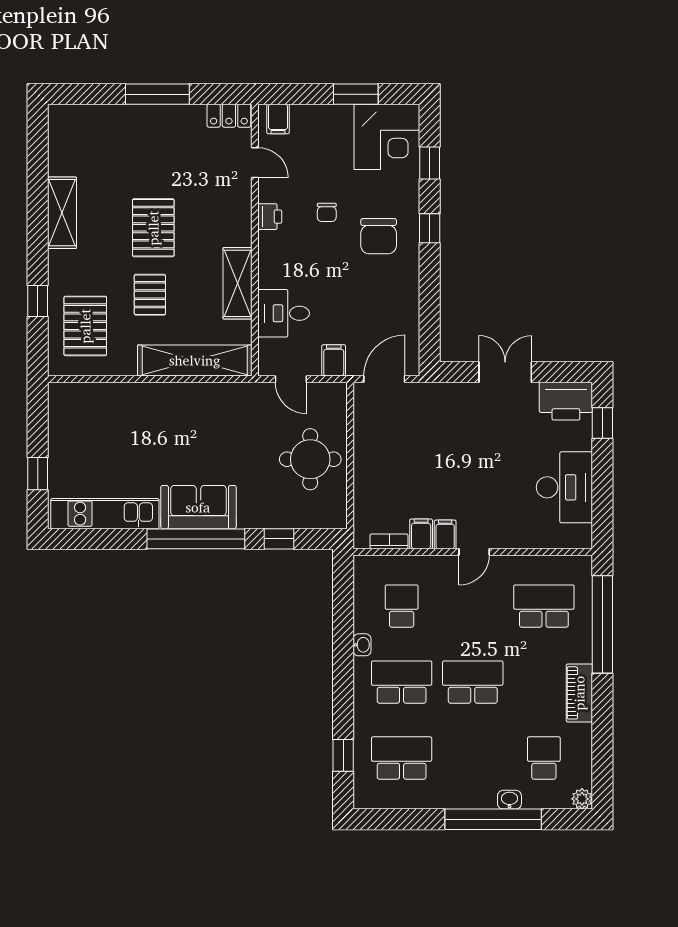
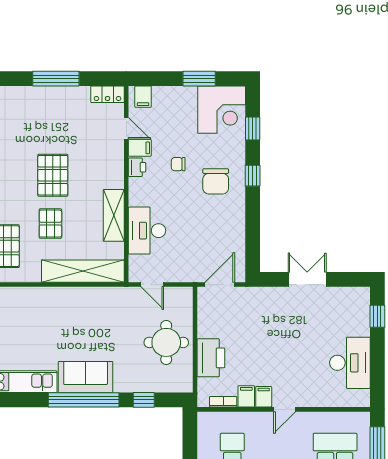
chair: (327, 212) -> (178, 164), turned 90
desk: (284, 313) -> (147, 231), width x1.37
filing cabinet: (334, 360) -> (140, 148), moved, turned 90
printer: (566, 401) -> (211, 358), moved, turned -90

